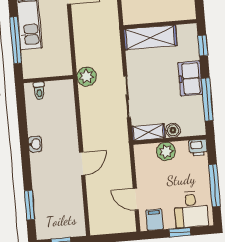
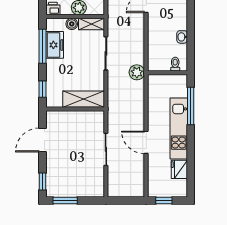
freezer: (190, 78) -> (55, 45), moved
washbasin: (35, 144) -> (182, 37), moved

